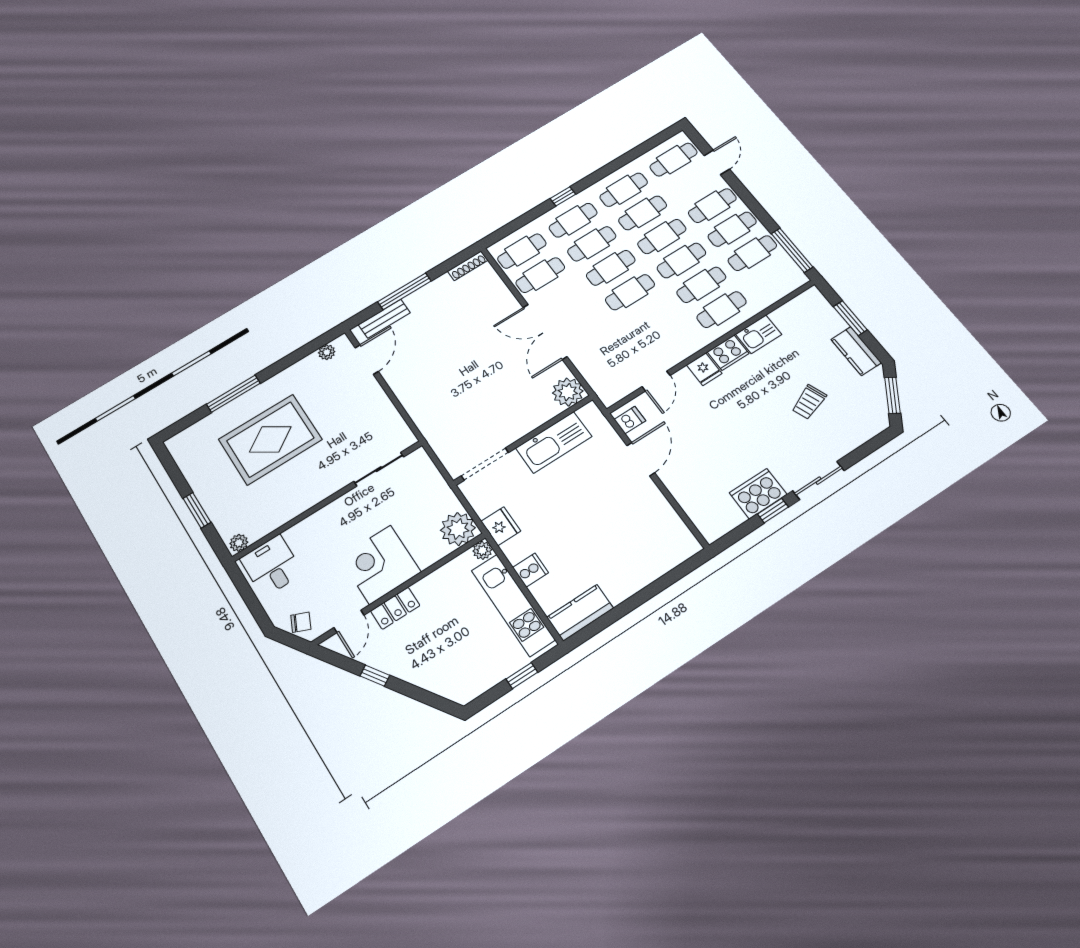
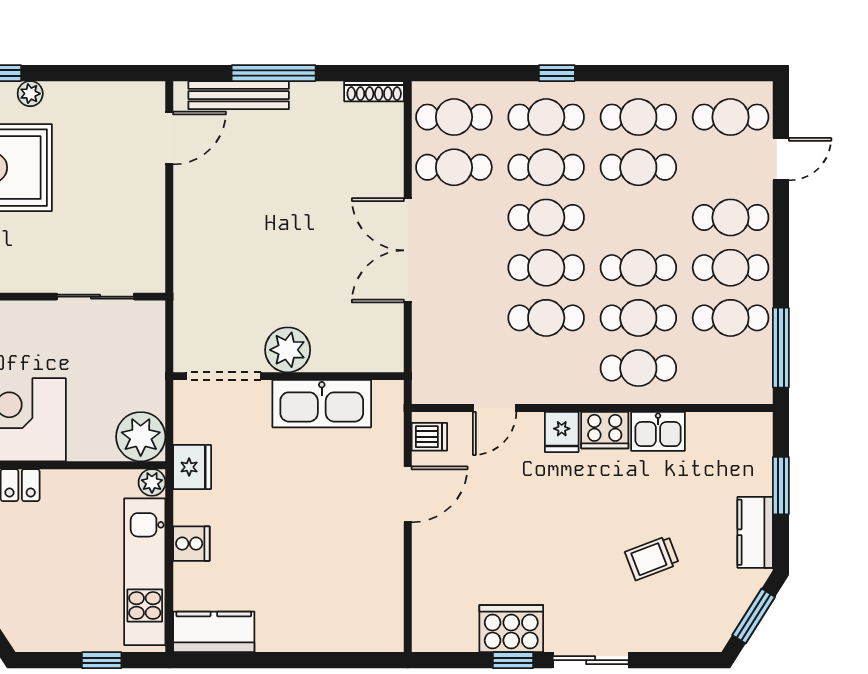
cafe table: (662, 236) -> (546, 318), moved
bench: (384, 319) -> (239, 95), width x1.36
plant: (327, 352) -> (30, 94), moved
plant: (568, 392) -> (288, 350), moved

